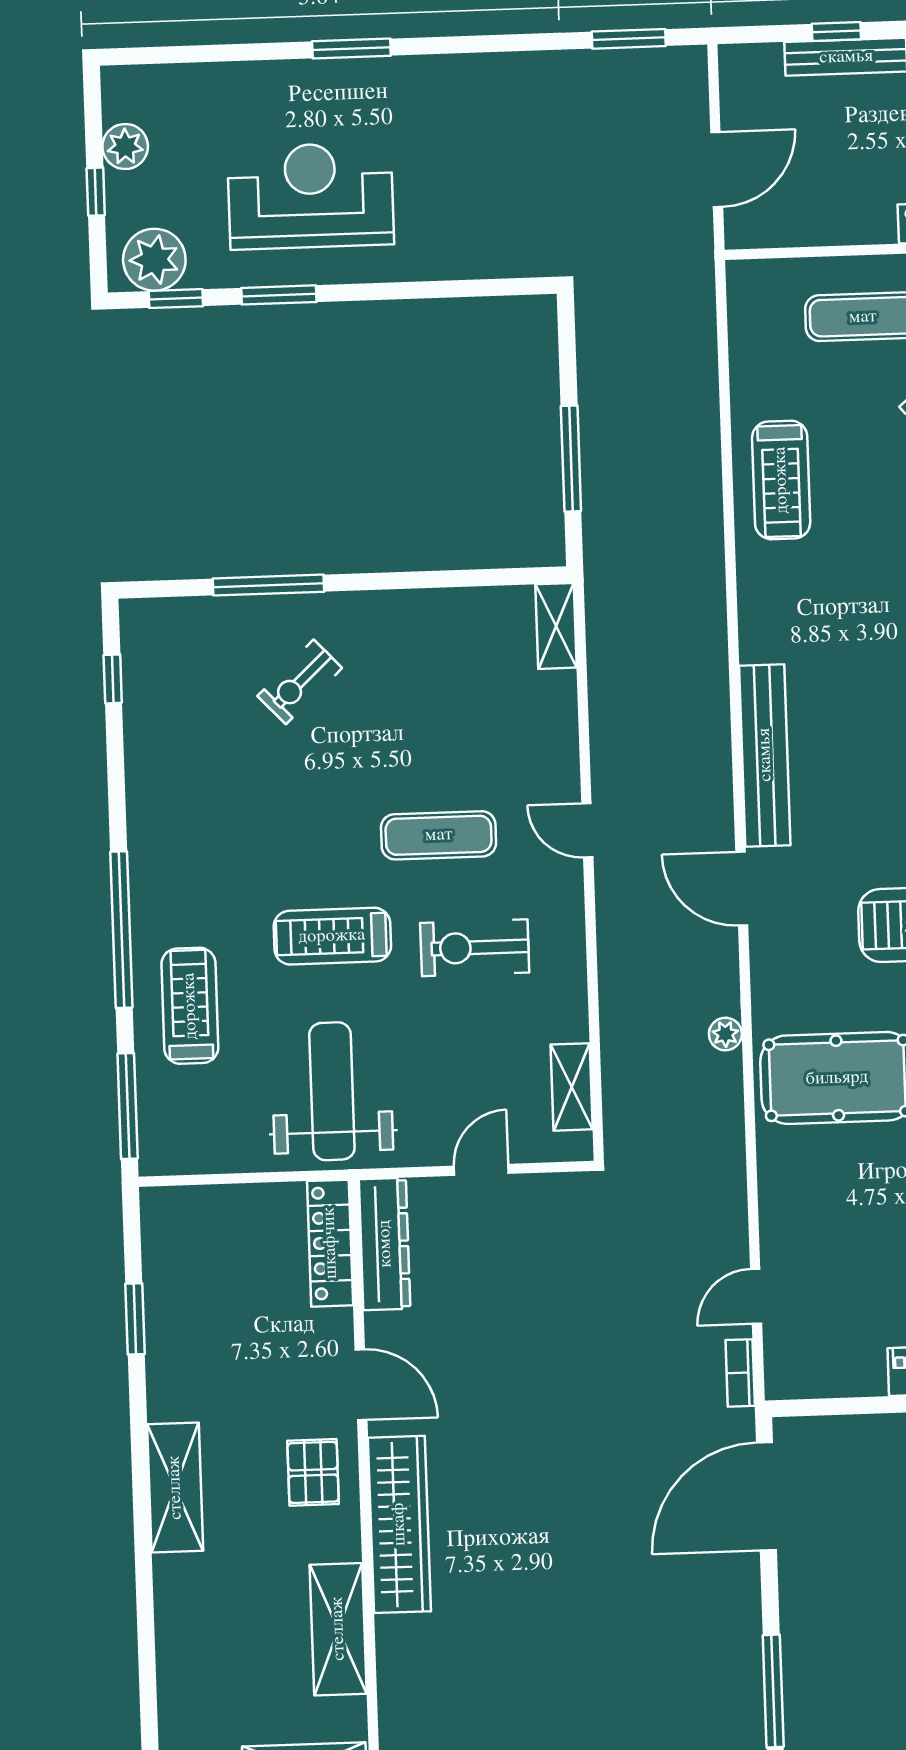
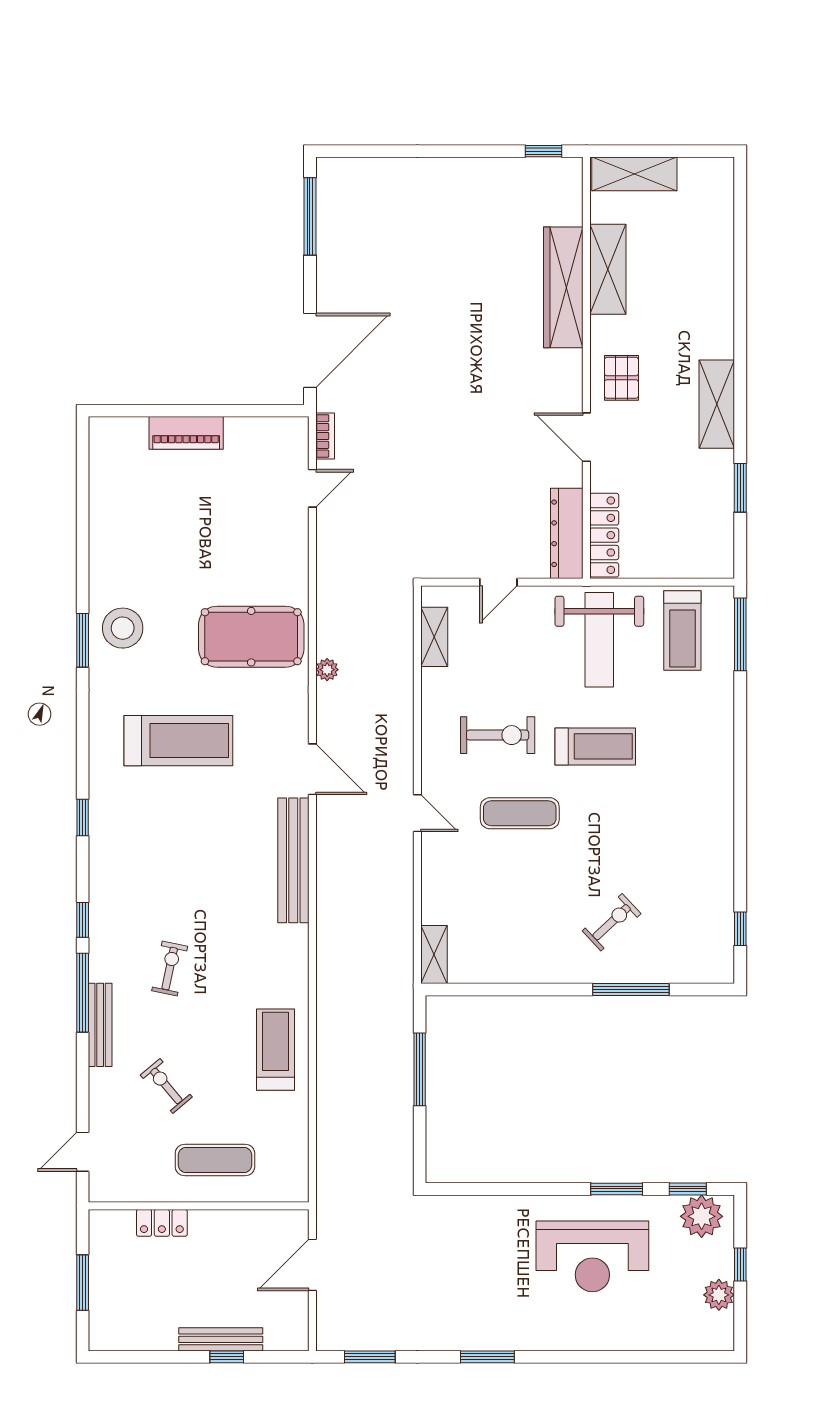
window: (351, 48) -> (487, 1357), moved
window: (121, 930) -> (740, 756), removed
treadmill: (190, 1006) -> (682, 631), moved
shelving: (175, 1488) -> (717, 404), moved
wardrobe: (399, 1524) -> (563, 287), moved

